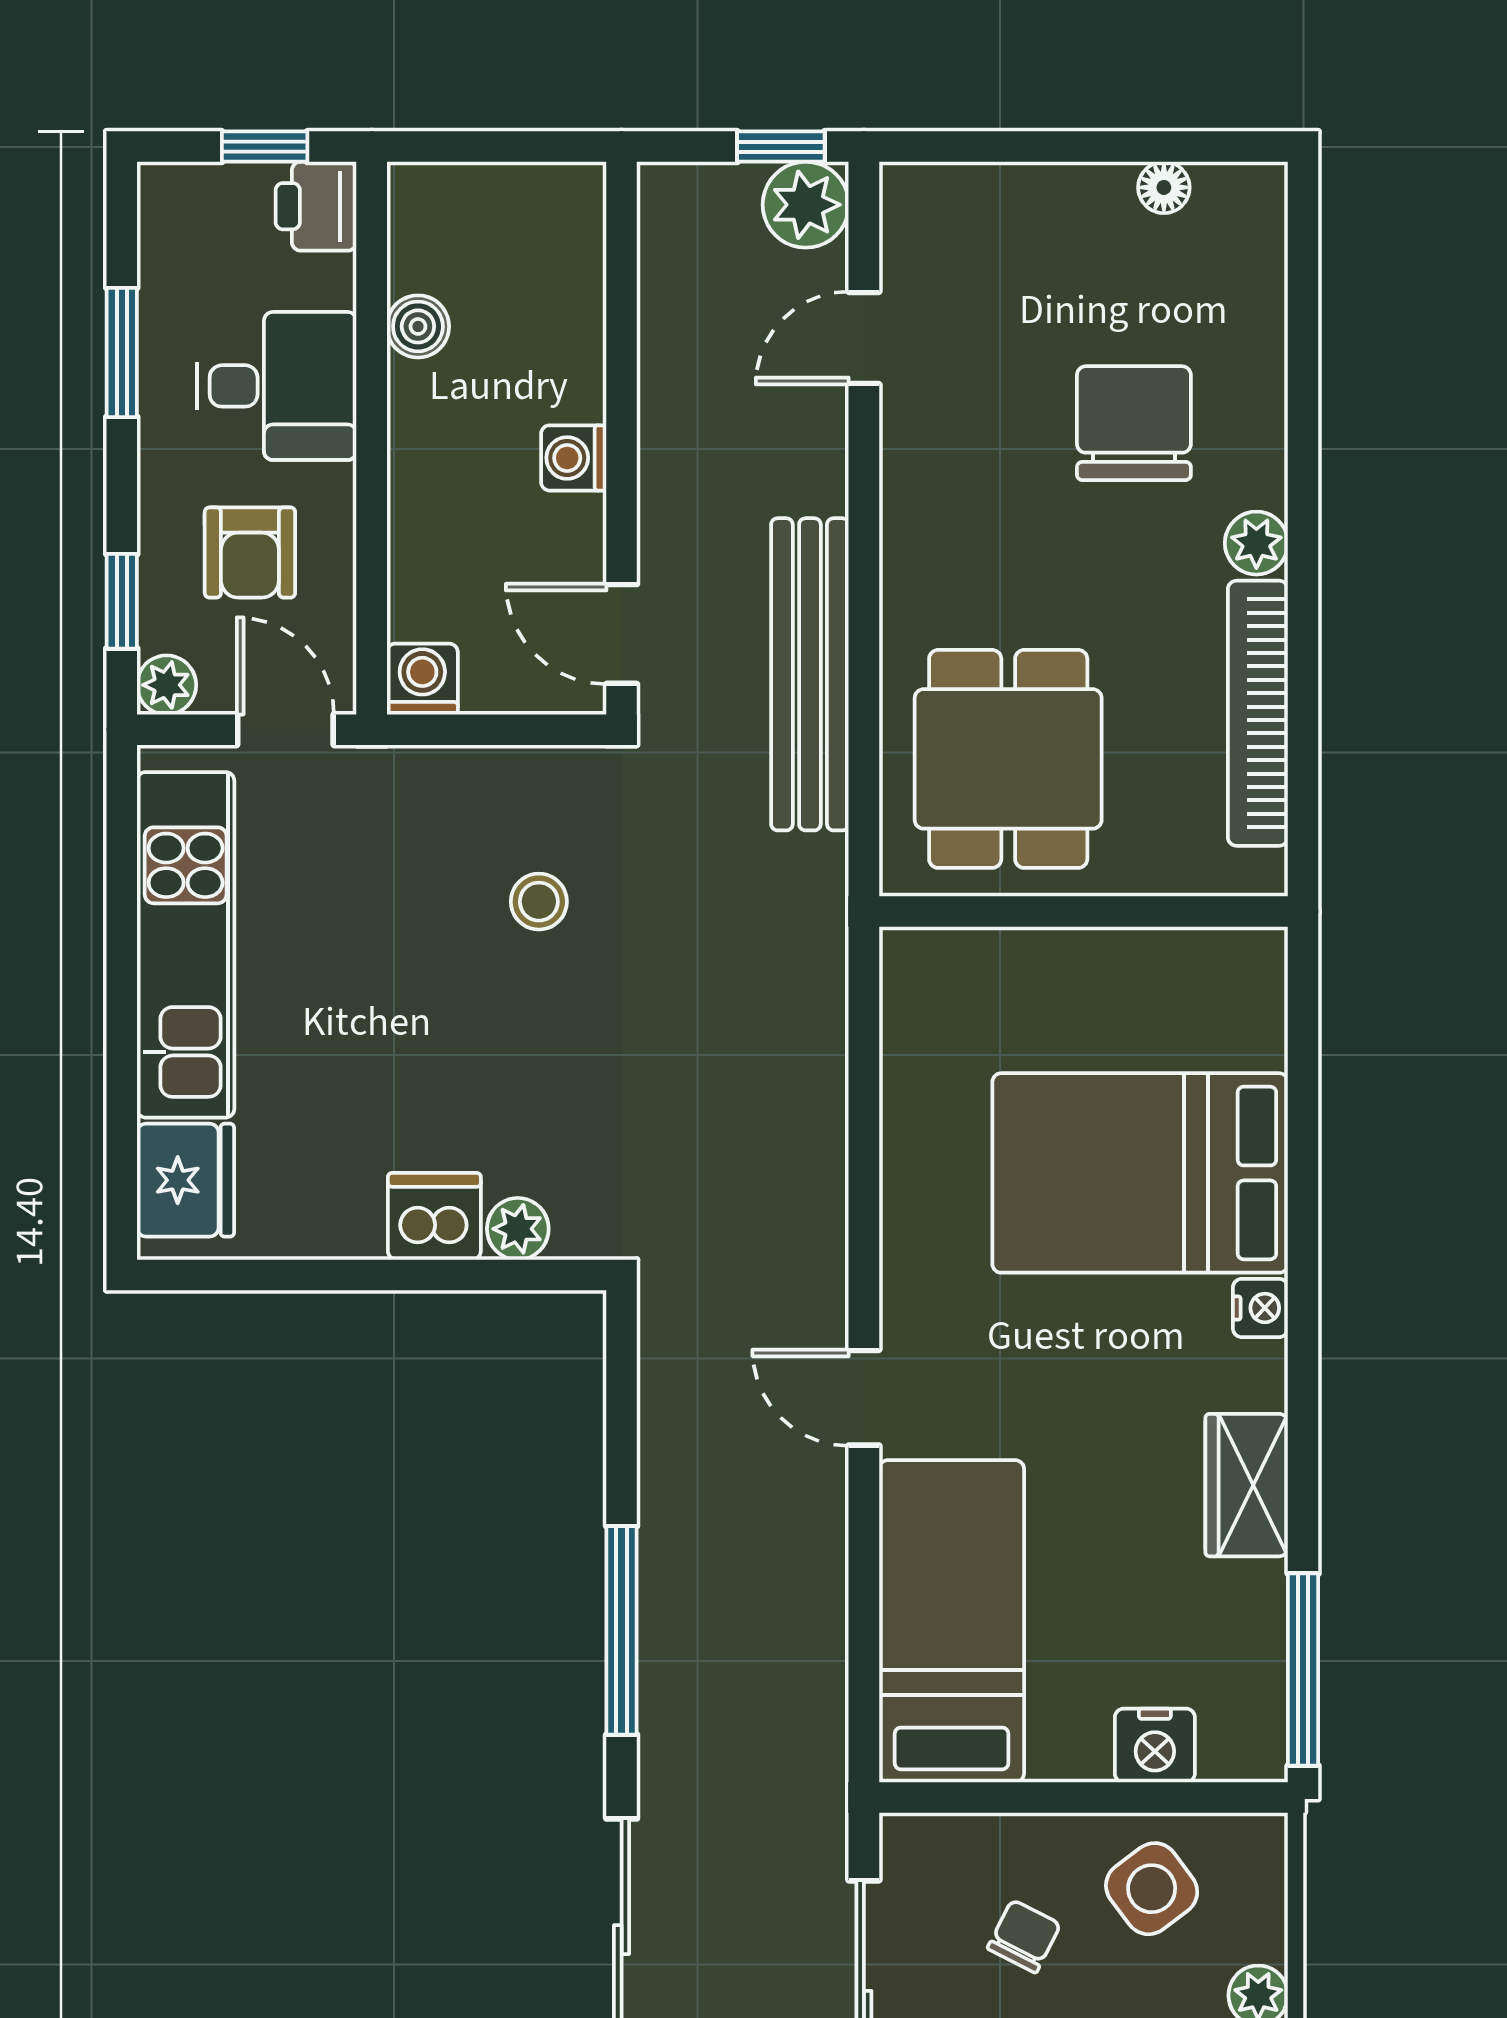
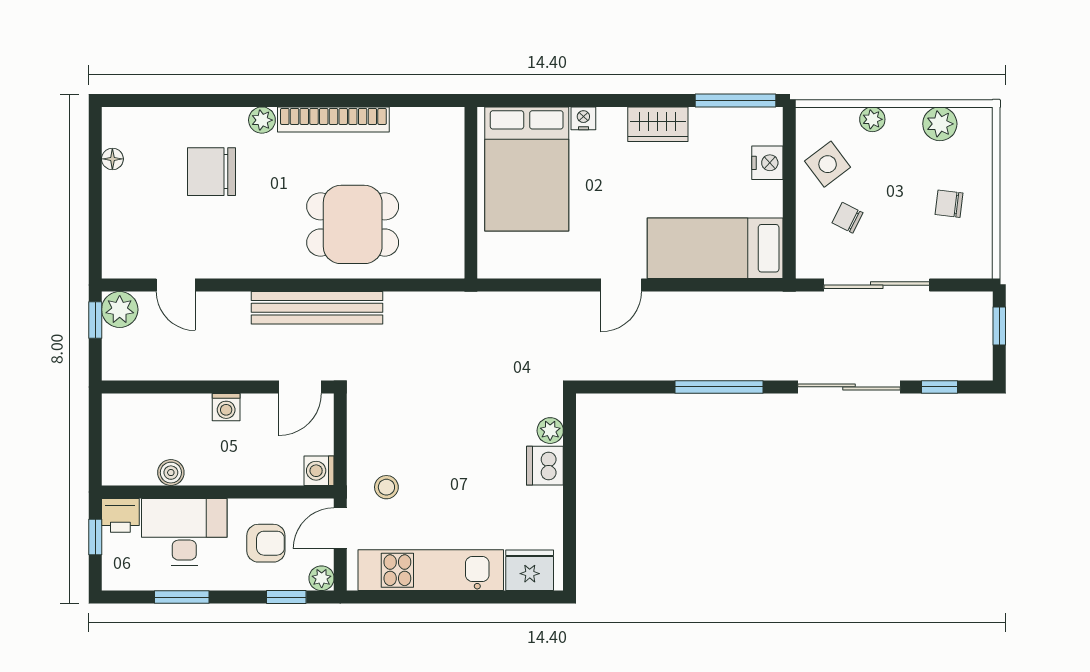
desk: (277, 386) -> (184, 532), width x1.37
stool: (539, 902) -> (386, 487), moved
wall: (1083, 911) -> (471, 193), moved

